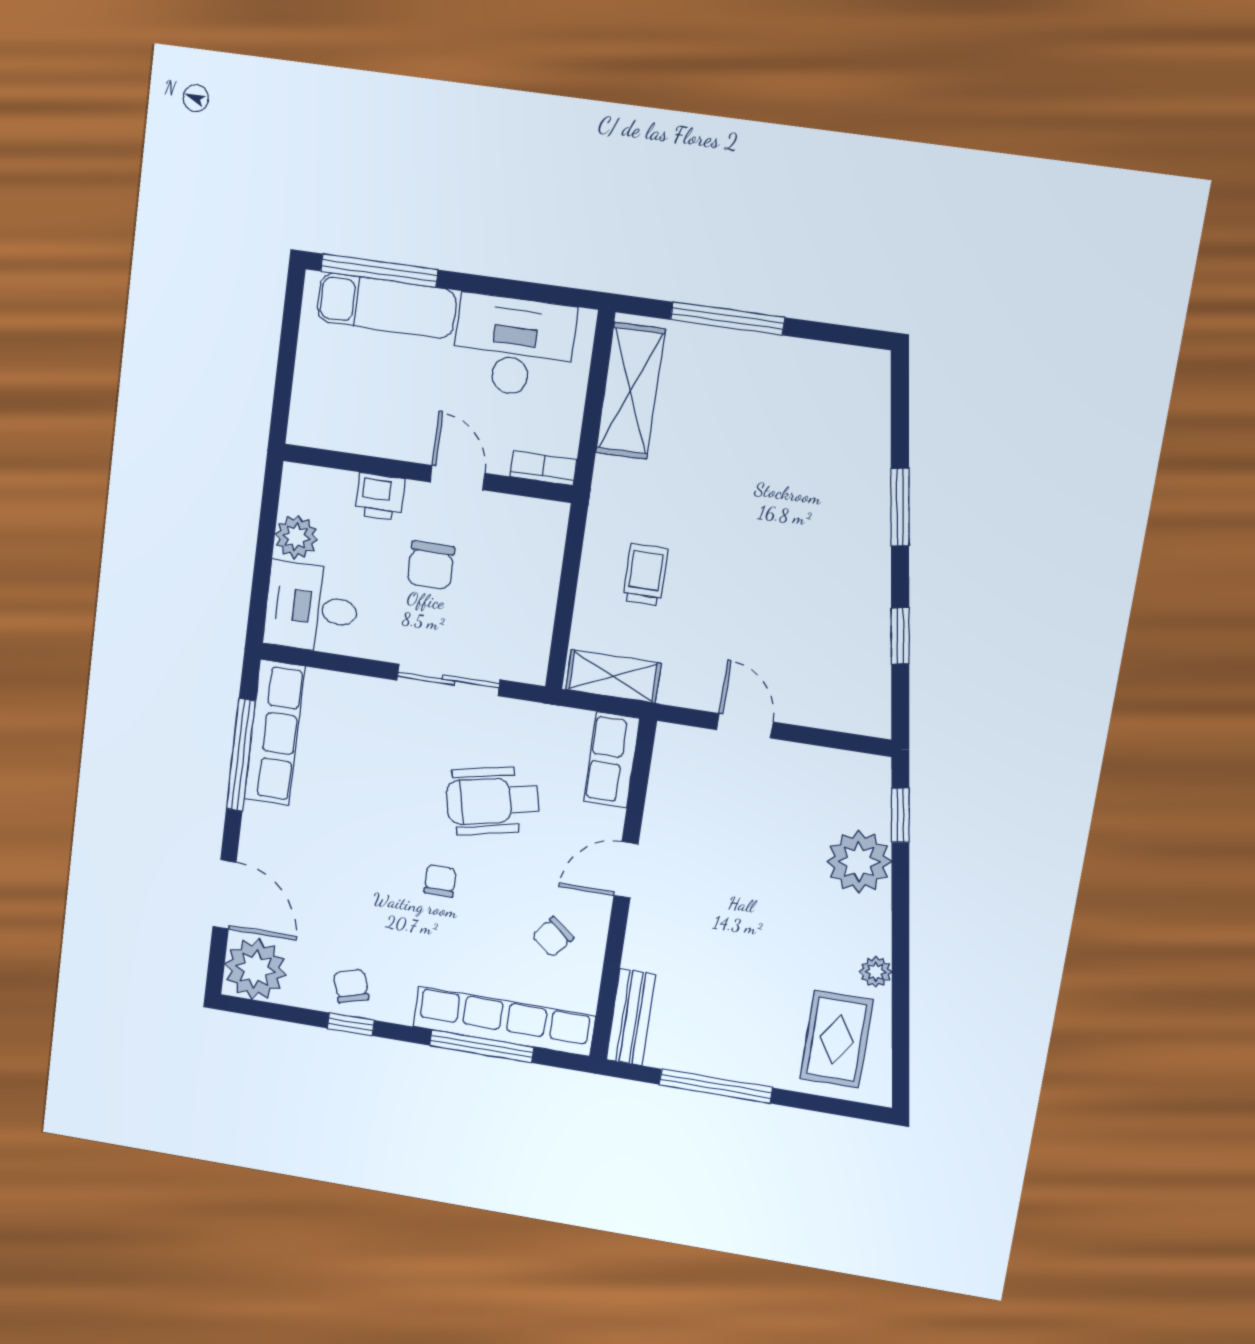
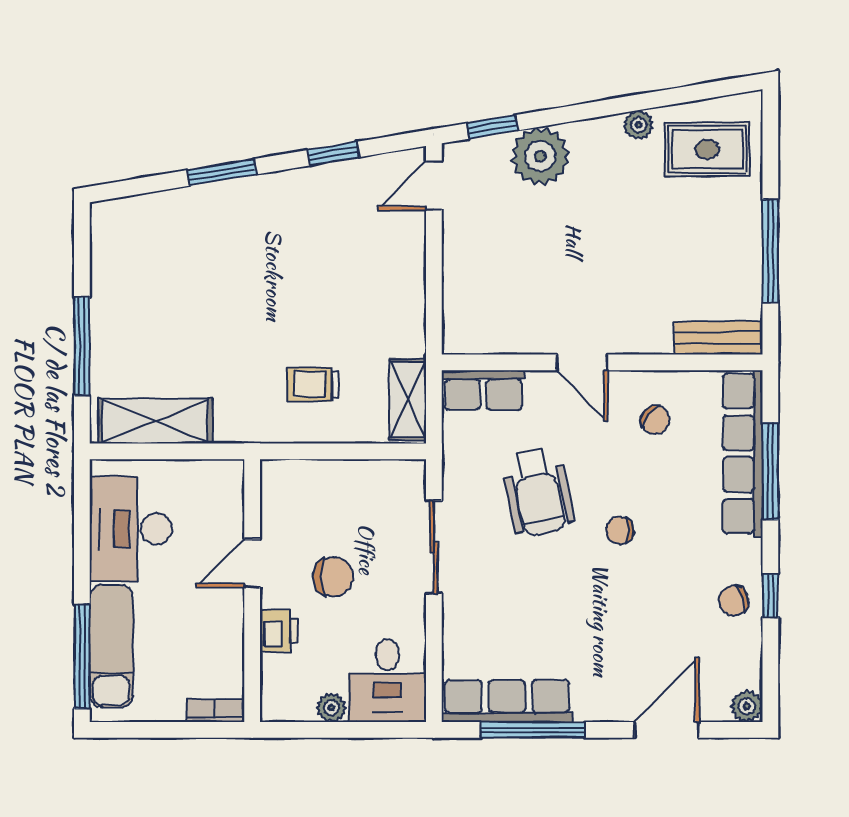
bookcase: (543, 468) -> (215, 711), moved, turned 90
plant: (296, 537) -> (331, 708), width x0.73, depth x0.73
door: (745, 726) -> (434, 186), moved
plant: (255, 969) -> (747, 706), width x0.53, depth x0.53

